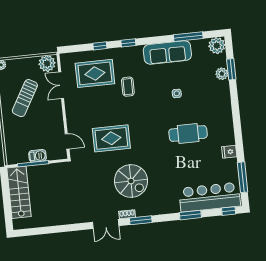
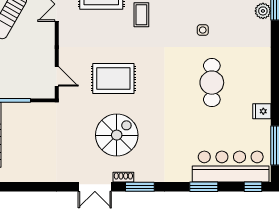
cafe table: (188, 134) -> (212, 83), turned 90
barbecue: (38, 156) -> (17, 91), removed
spiral stairs: (131, 181) -> (117, 135), moved, turned -90

